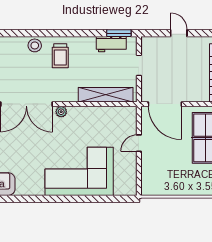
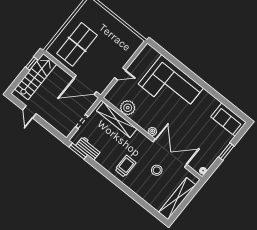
door: (179, 33) -> (29, 112), moved
stool: (35, 45) -> (157, 170), moved
door: (165, 104) -> (85, 85), swing flipped
plant: (105, 116) -> (128, 108), added

